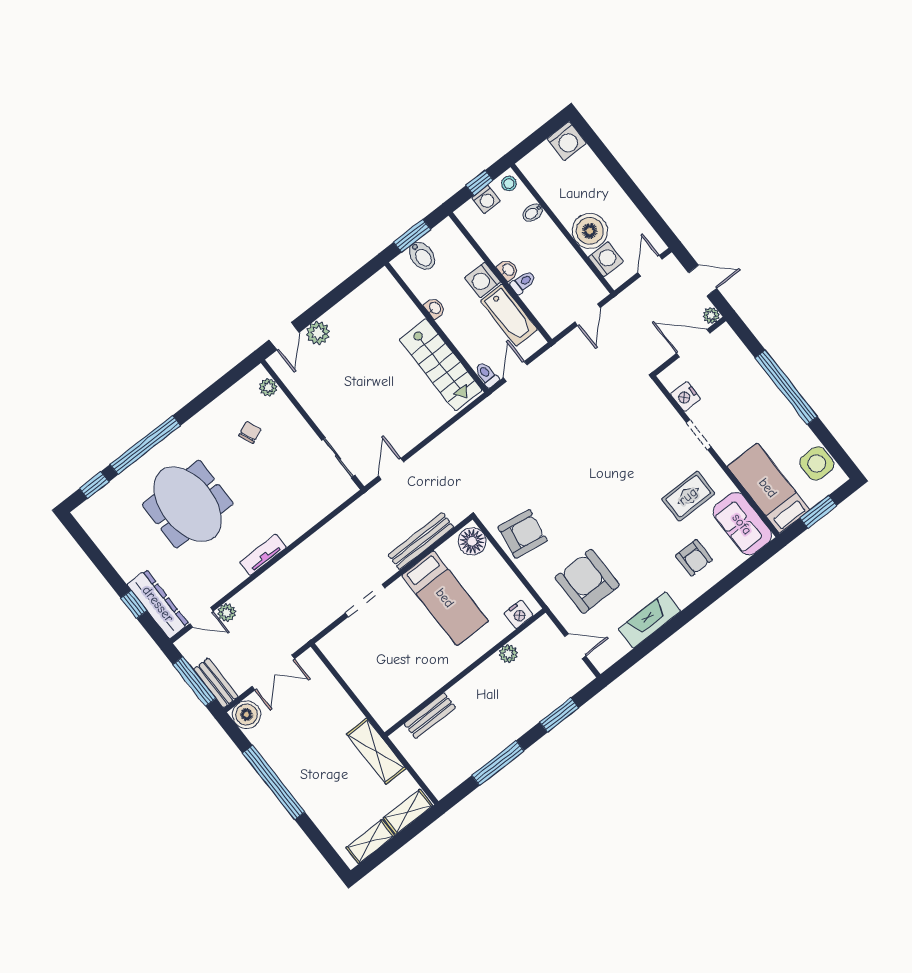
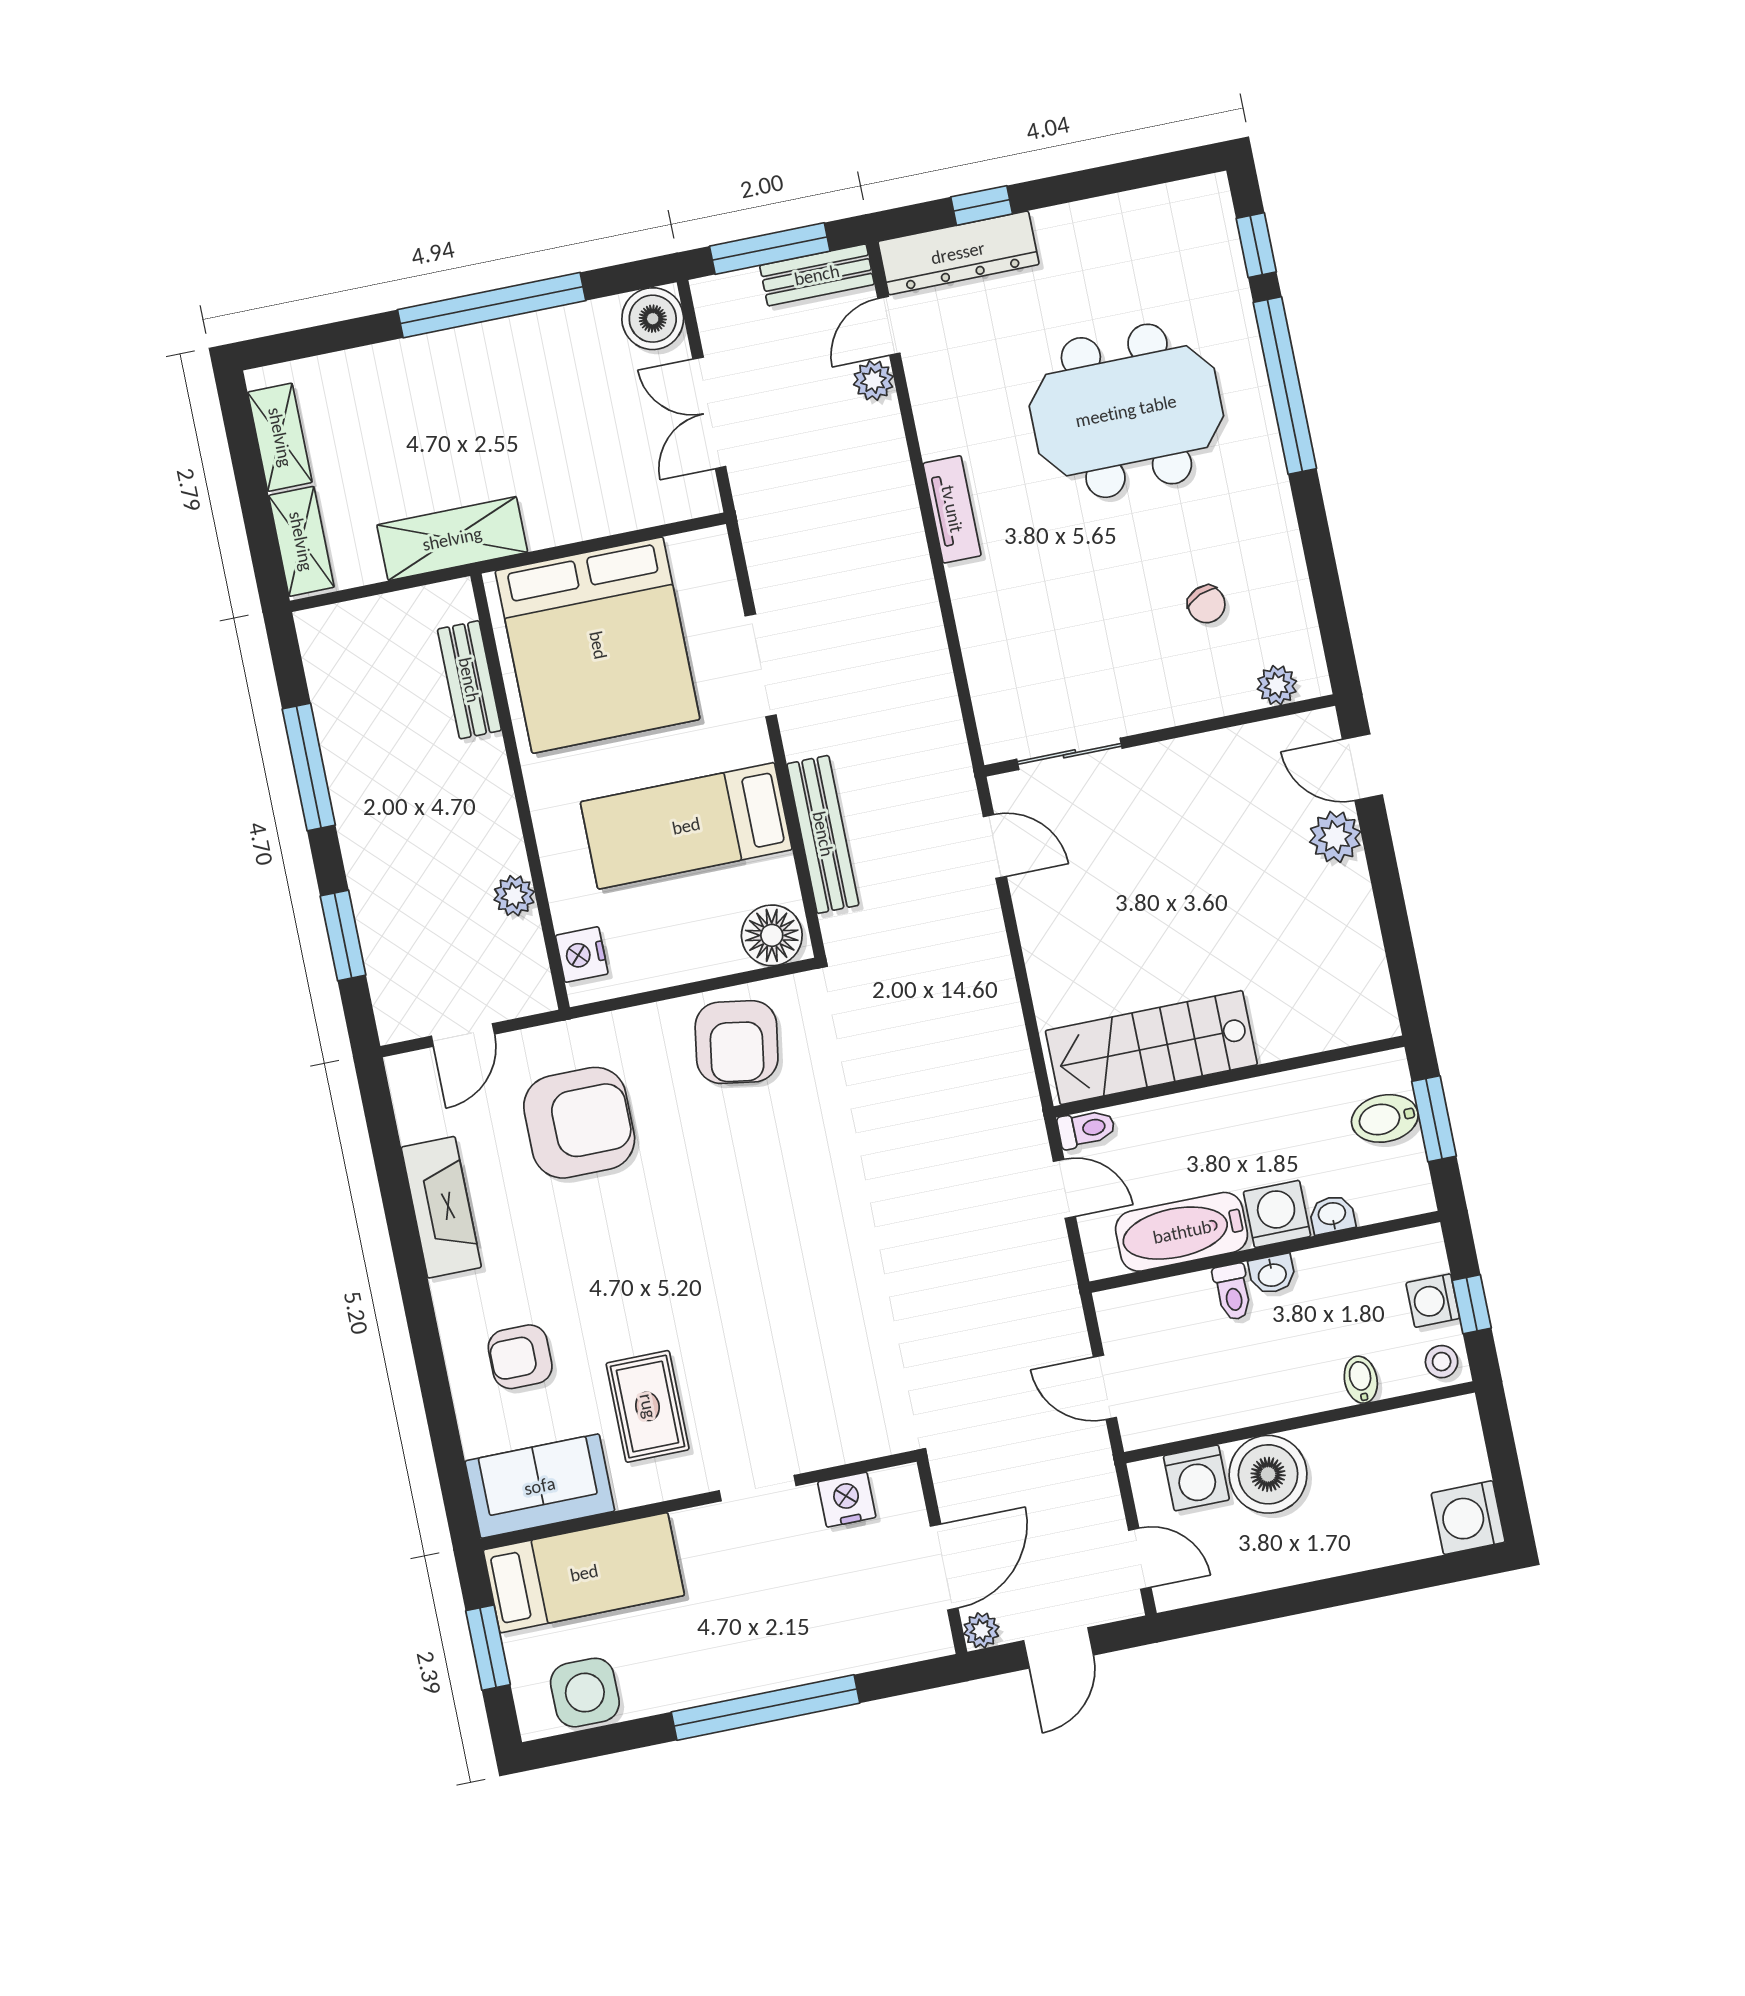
washbasin: (435, 308) -> (1332, 1215), moved, turned 180
bed: (390, 671) -> (598, 645), added
bench: (216, 683) -> (817, 275), moved

